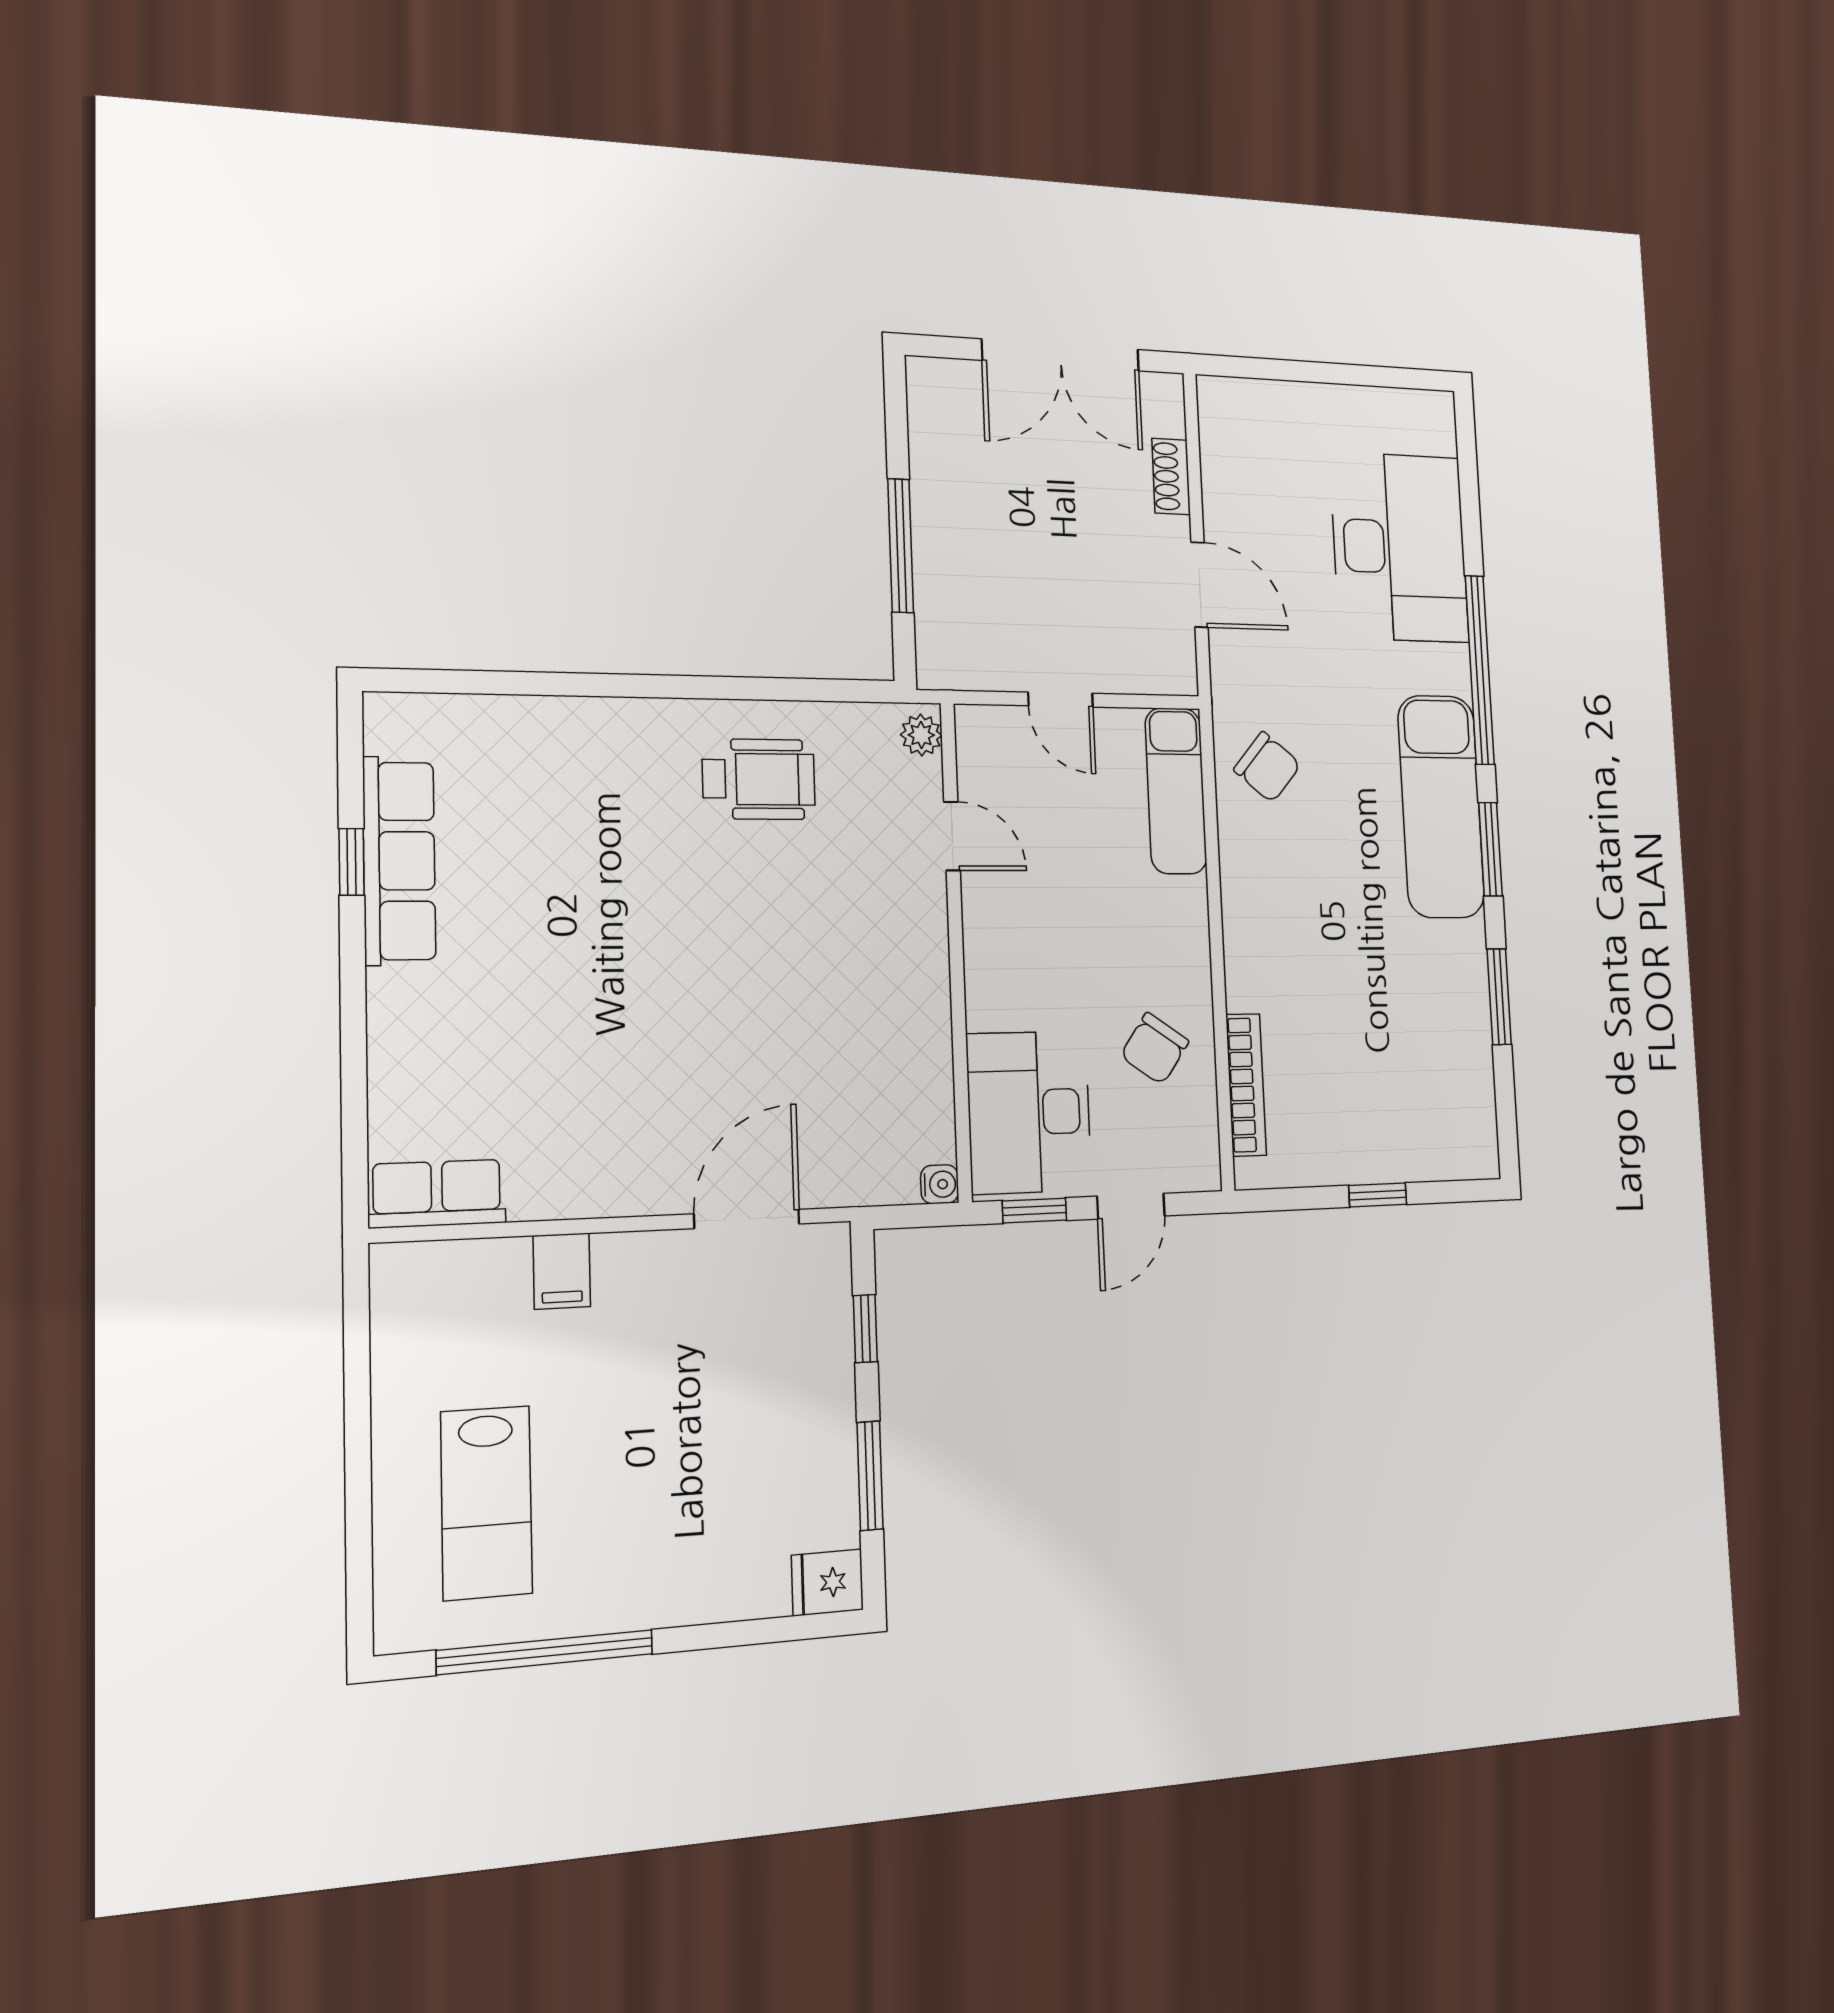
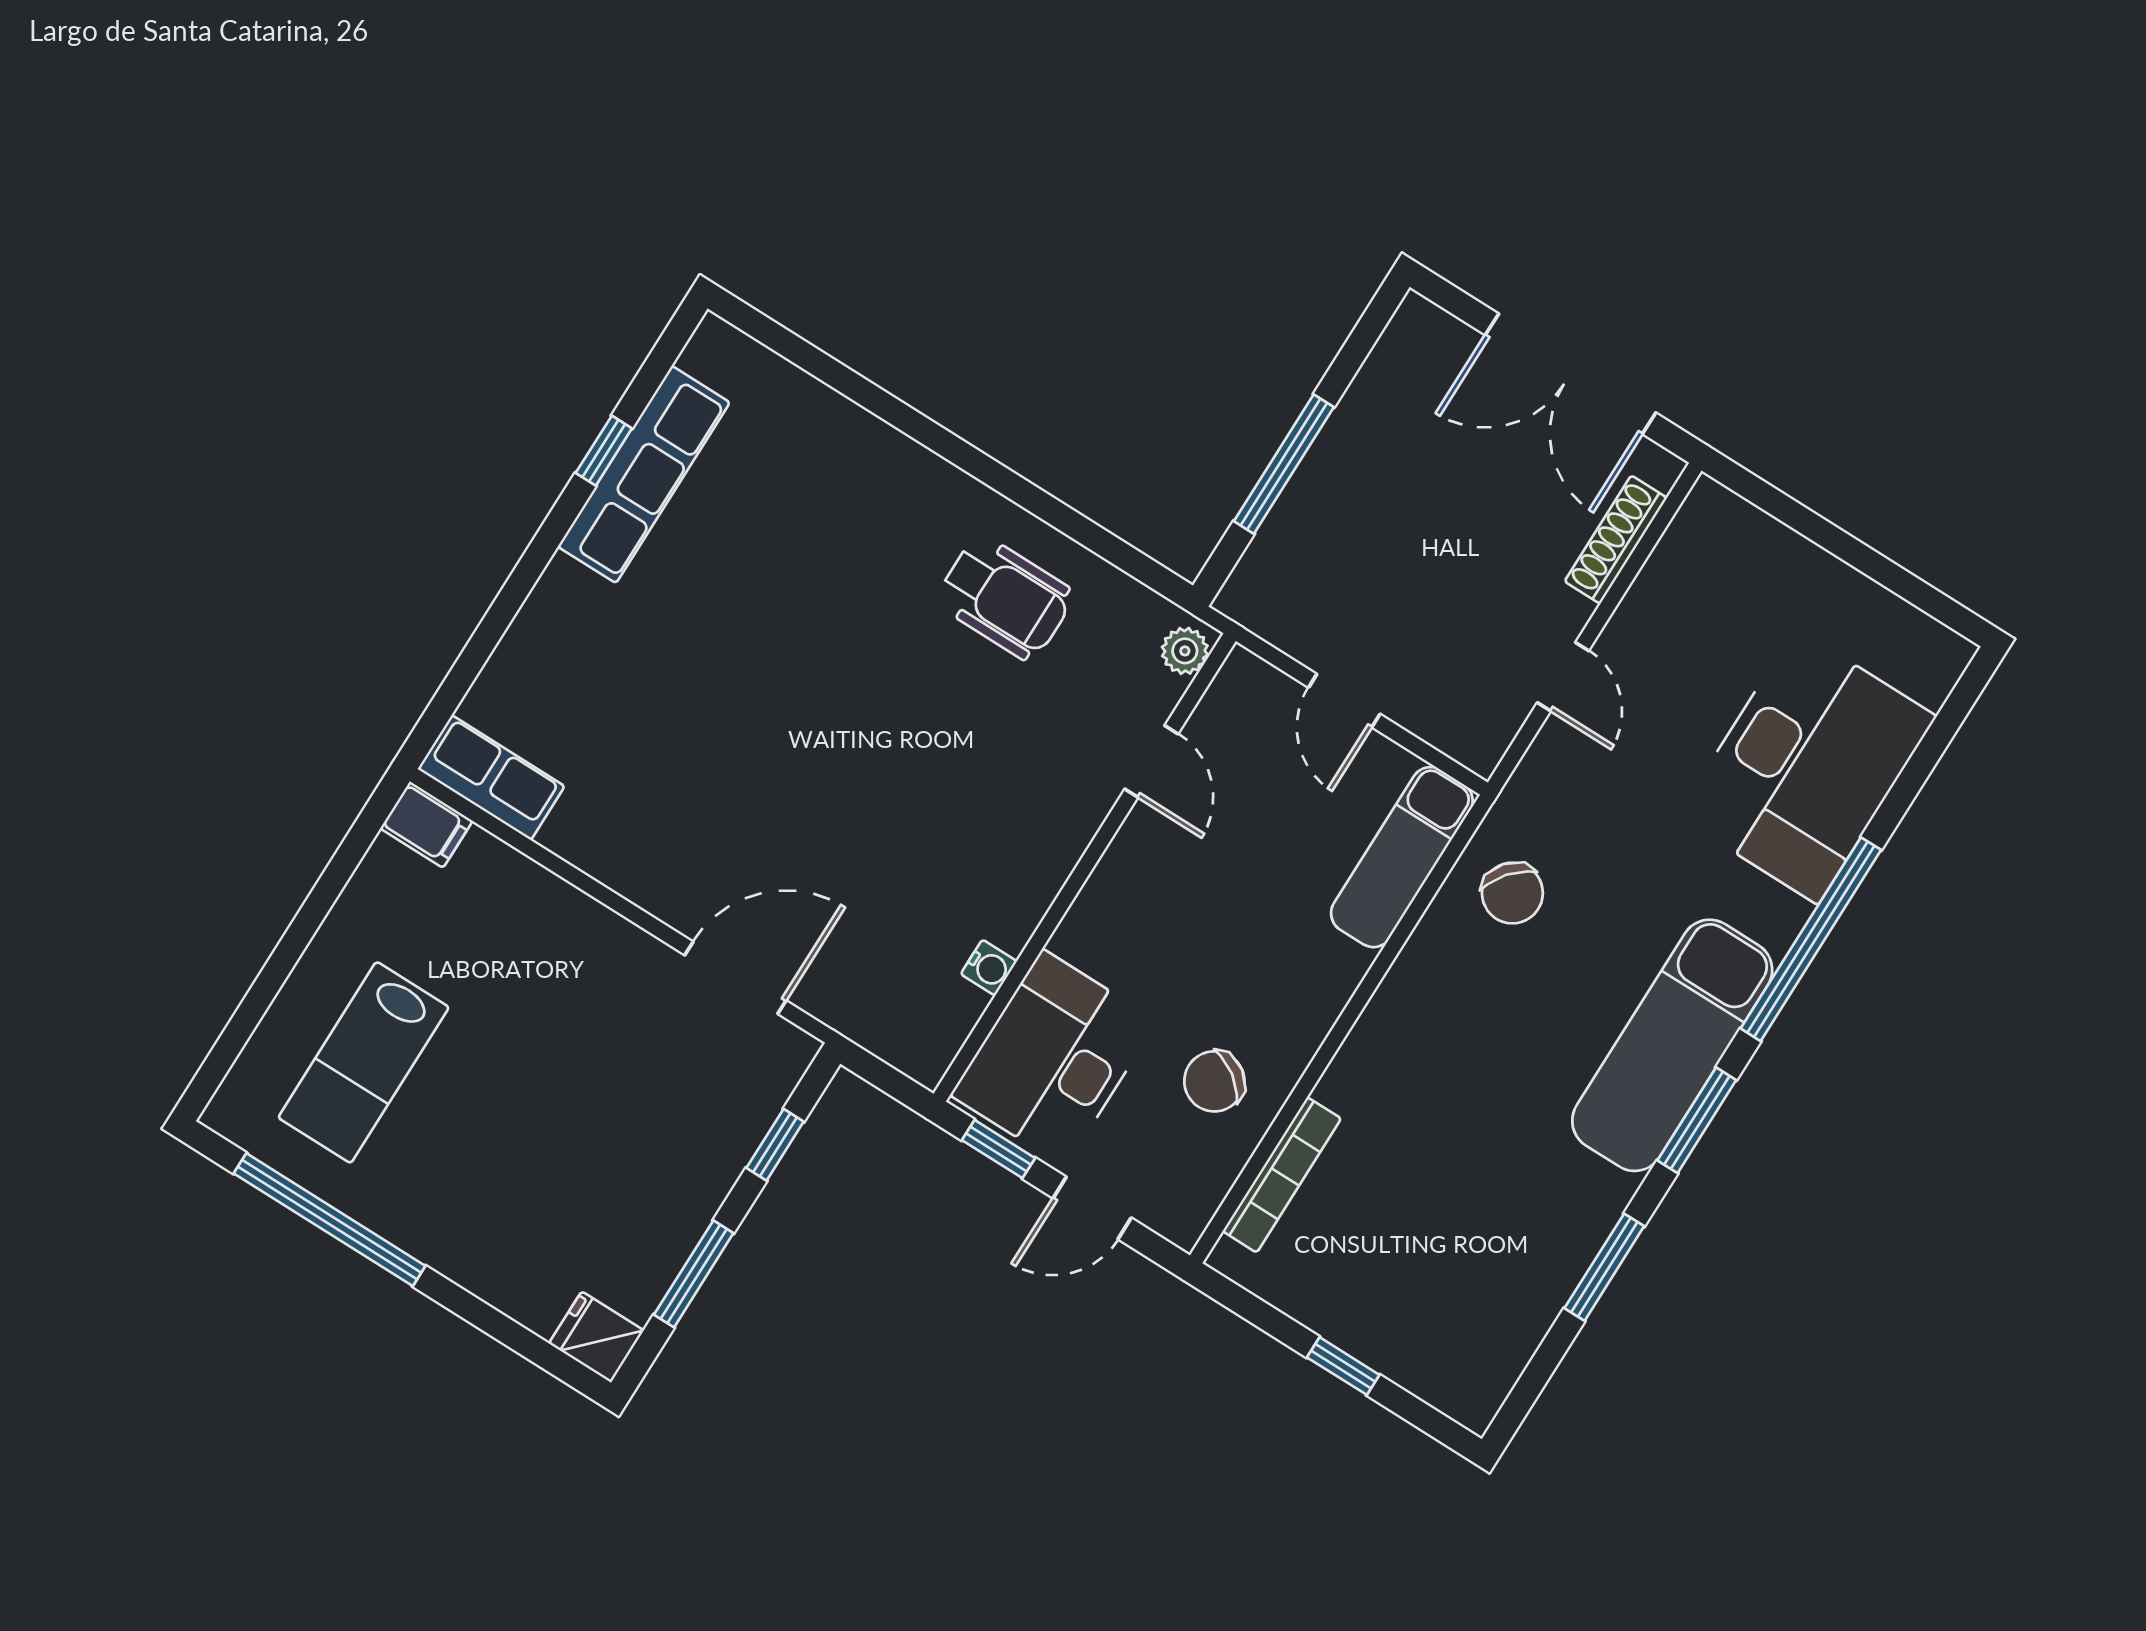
shoe rack: (1171, 476) -> (1616, 540), width x1.43
door: (1199, 585) -> (1563, 677), width x0.73
water cooler: (940, 1184) -> (989, 968), moved
filing cabinet: (562, 1271) -> (426, 825), moved, turned -90

